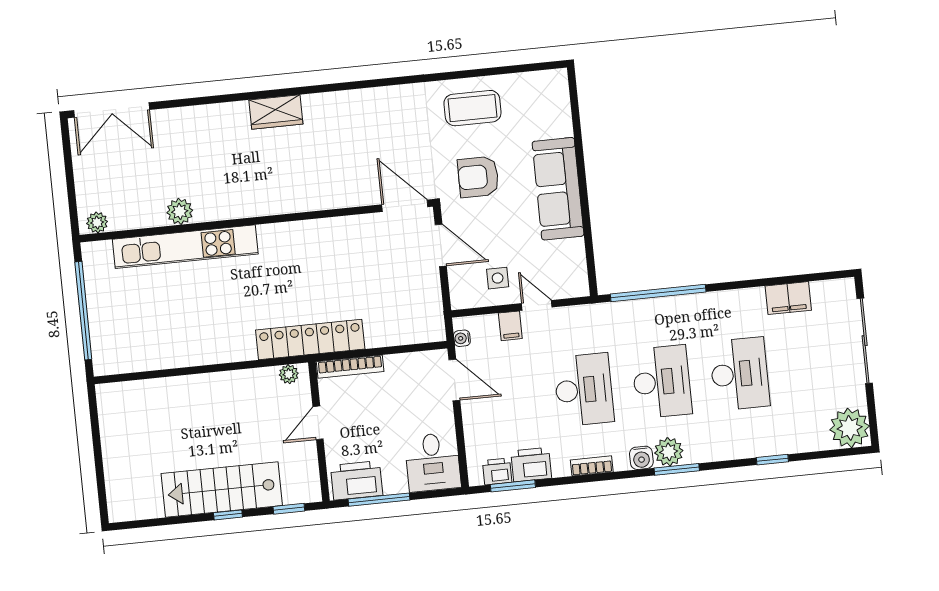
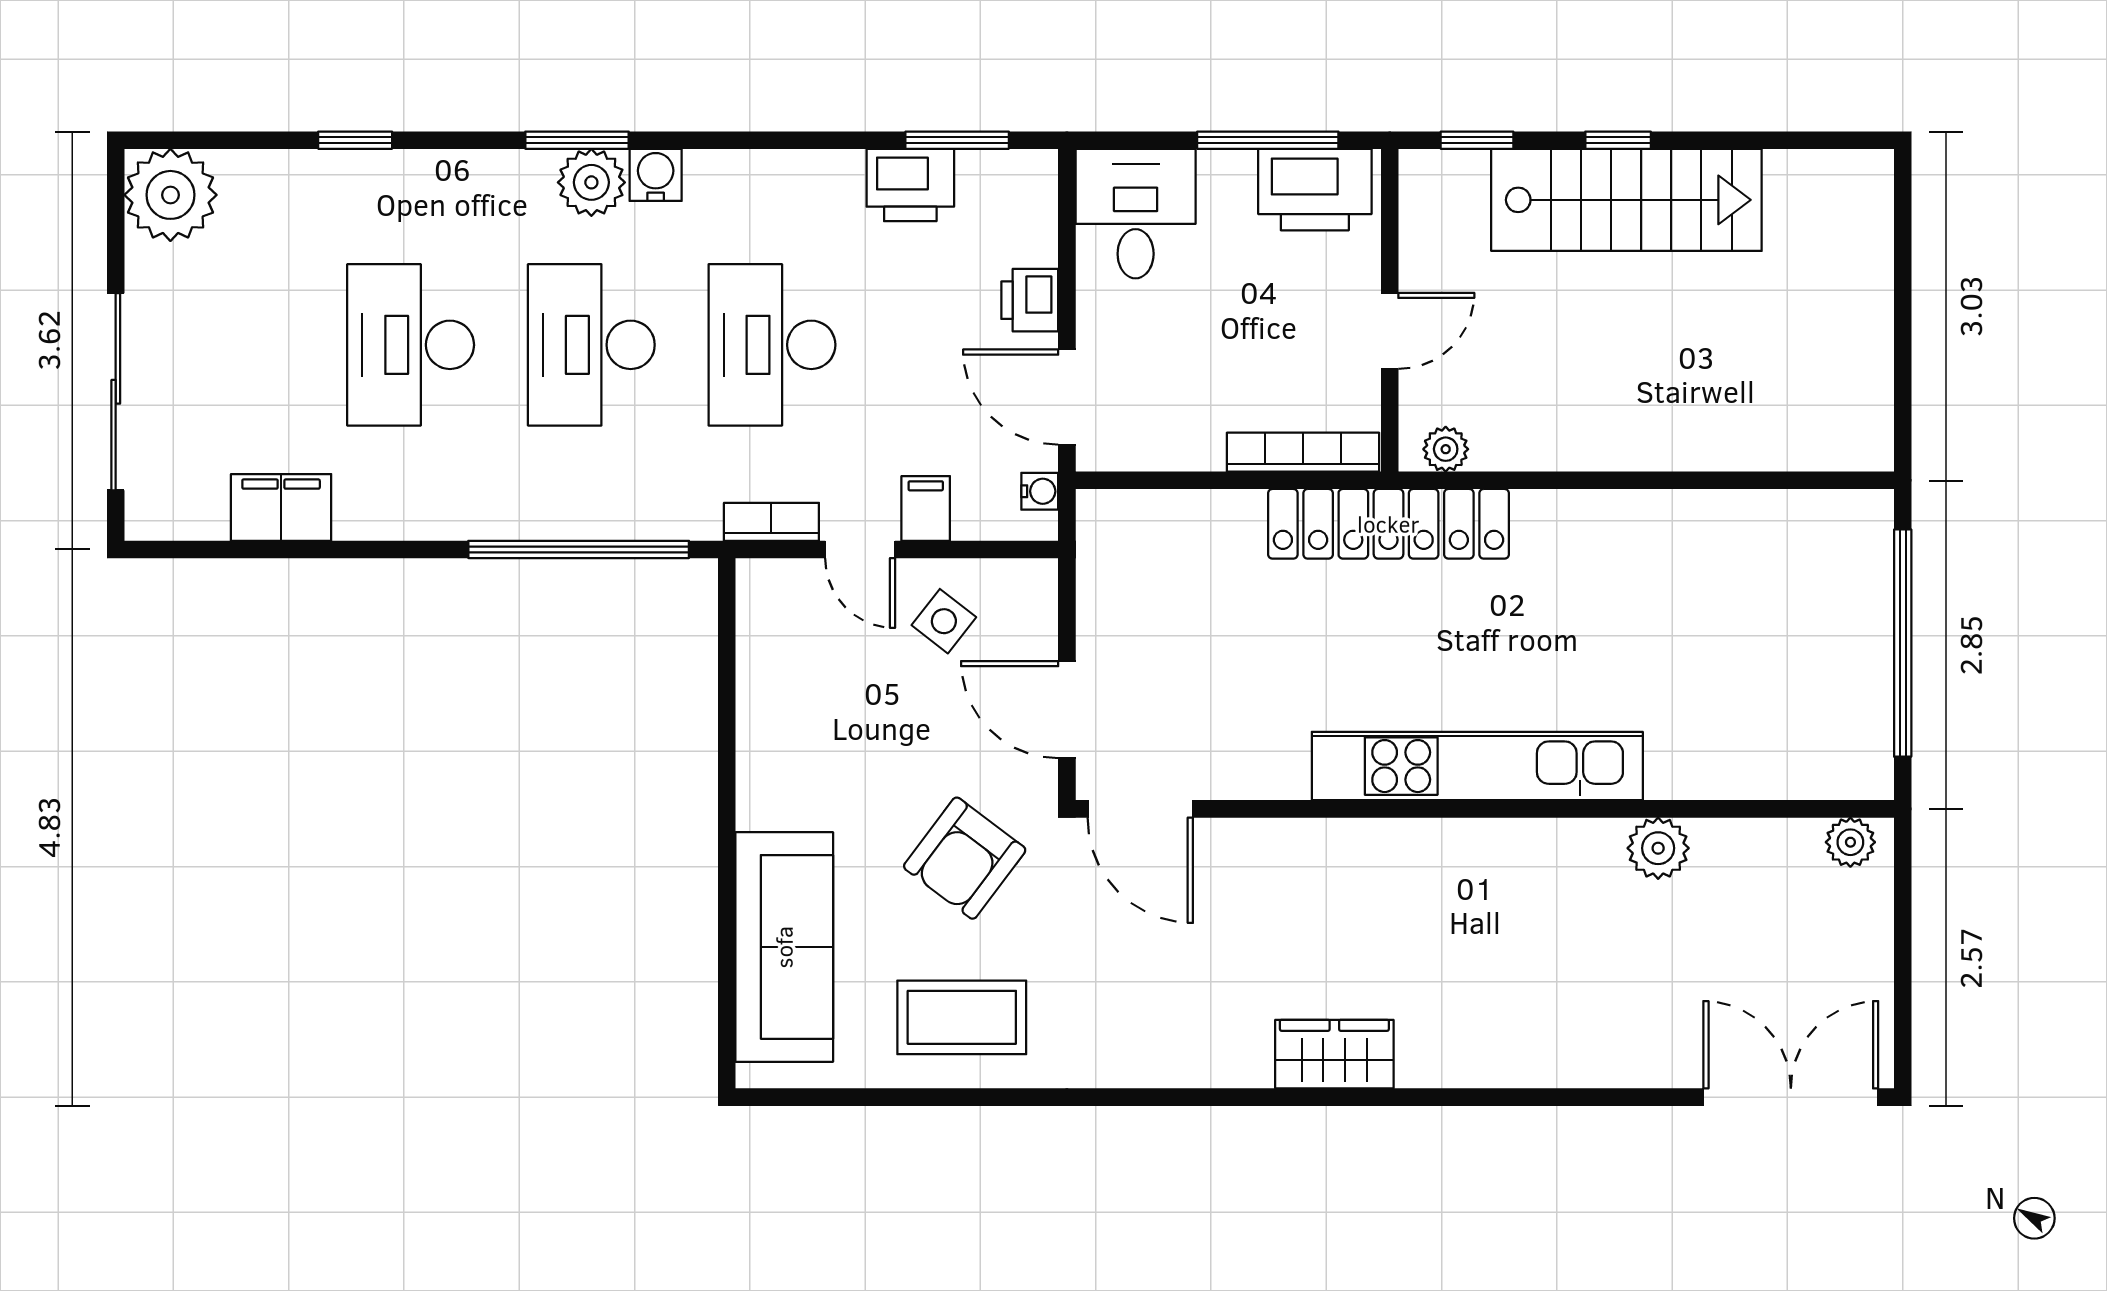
wardrobe: (276, 112) -> (1334, 1054), moved
armchair: (478, 177) -> (965, 858), turned 127
sofa: (558, 189) -> (784, 947), moved
kitchen unit: (185, 247) -> (1477, 766), moved
side table: (498, 278) -> (944, 621), turned 38
bookcase: (592, 466) -> (771, 522), moved, turned 180
printer: (497, 471) -> (1030, 300), moved, turned 90

